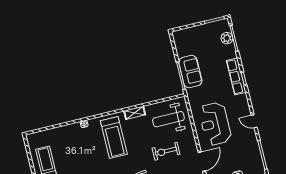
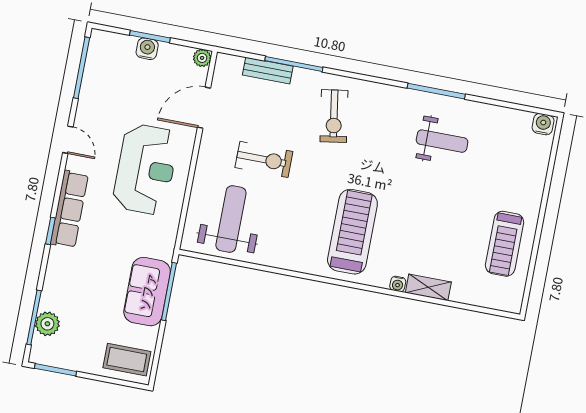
coffee table: (186, 38) -> (127, 360), added
row of seats: (236, 76) -> (69, 209), moved
shelving: (135, 113) -> (428, 287), moved
weight bench: (168, 119) -> (231, 219), turned -90

